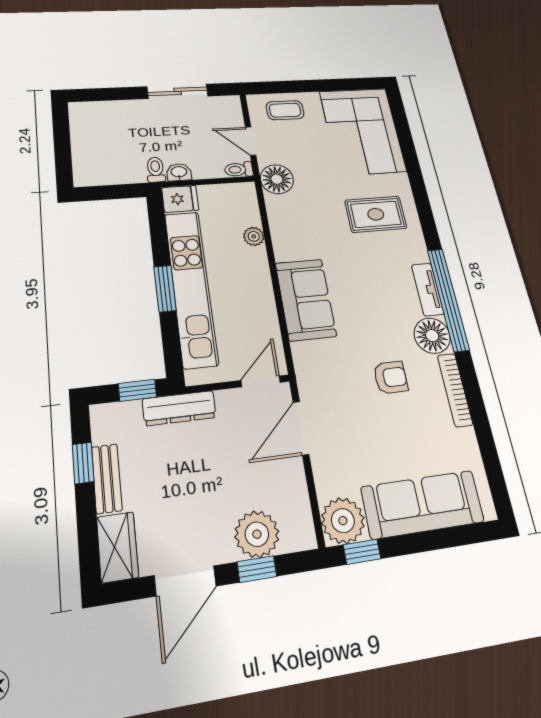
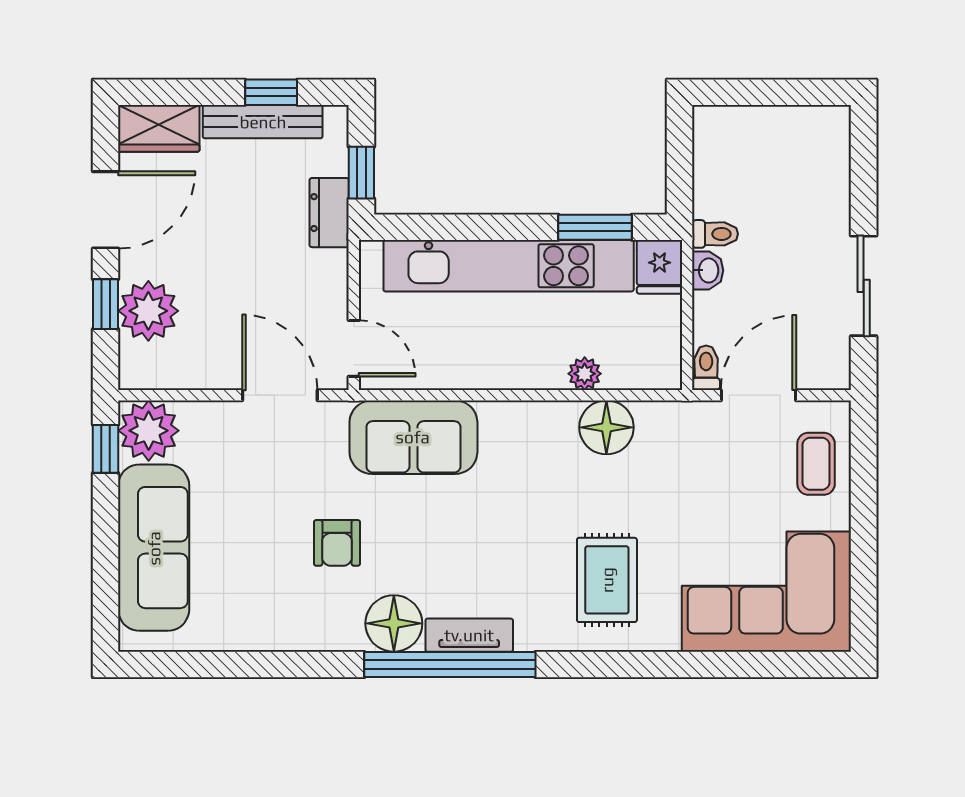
door: (251, 141) -> (758, 395), width x1.38
floor lamp: (277, 179) -> (606, 427), moved
window: (165, 289) -> (595, 227), moved
sofa: (306, 299) -> (413, 437), moved
bookcase: (455, 390) -> (307, 638), removed
dresser: (179, 408) -> (329, 213), width x0.70
bench: (107, 479) -> (263, 122), width x1.36
door: (185, 581) -> (106, 210), swing flipped

